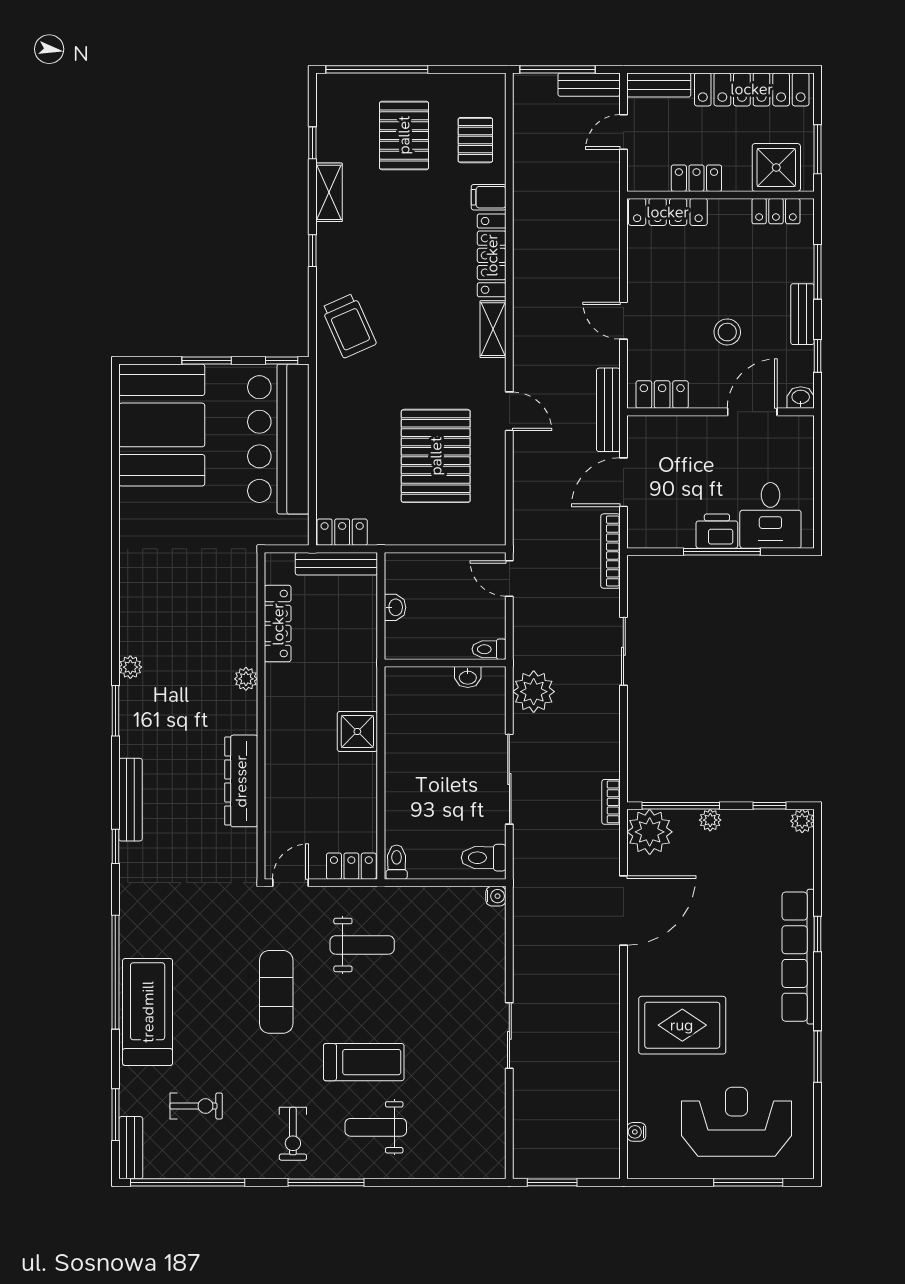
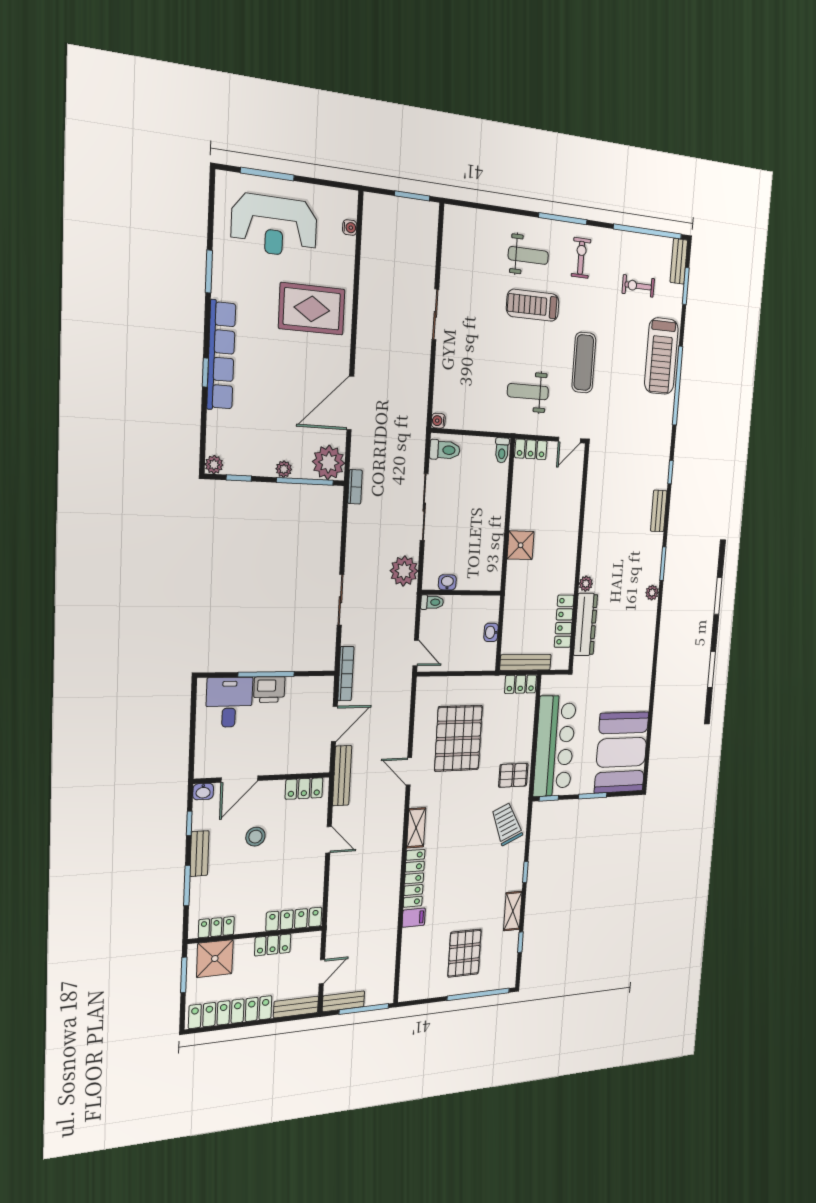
pallet: (475, 140) -> (513, 775), moved, turned 90
dresser: (241, 781) -> (586, 624), moved
bench: (130, 800) -> (659, 511), width x0.73

